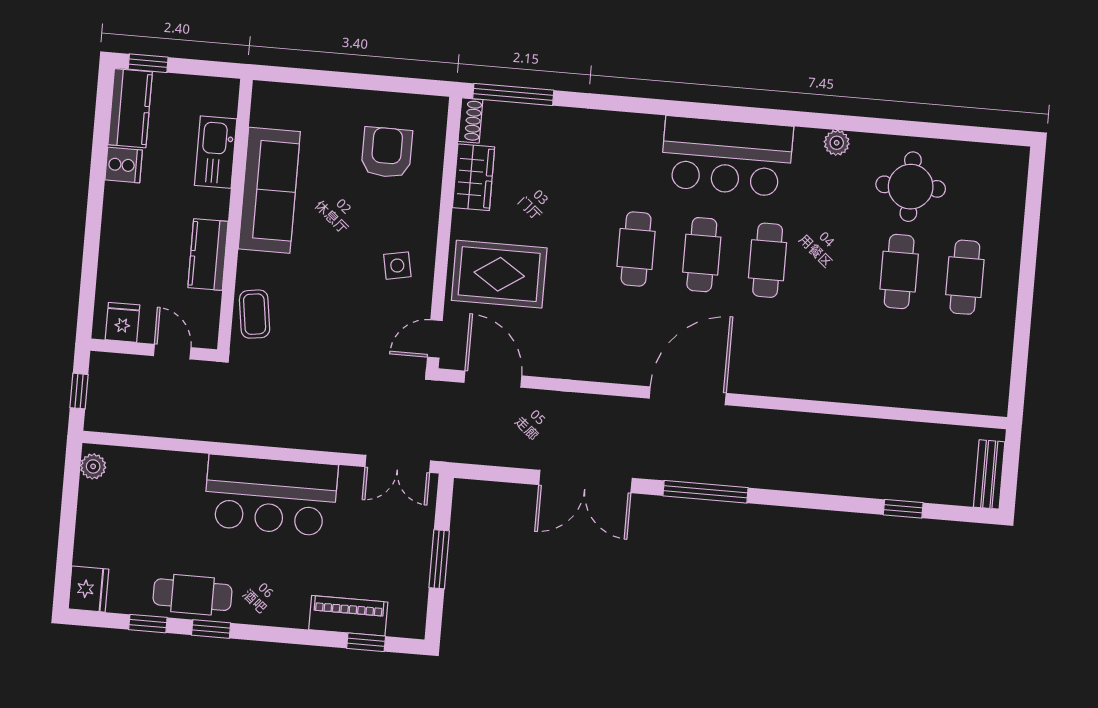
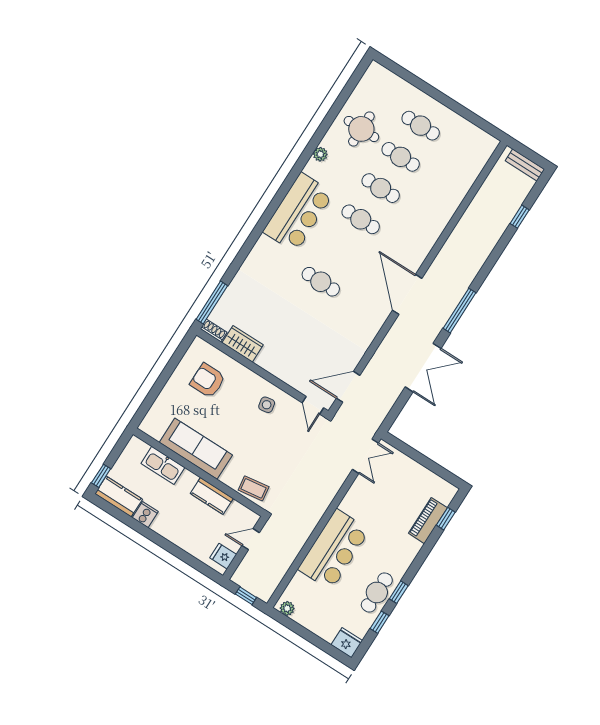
cafe table: (702, 255) -> (381, 188), moved
rug: (499, 274) -> (298, 356), removed
bar counter: (271, 495) -> (334, 550), moved
window: (439, 559) -> (424, 461), removed

